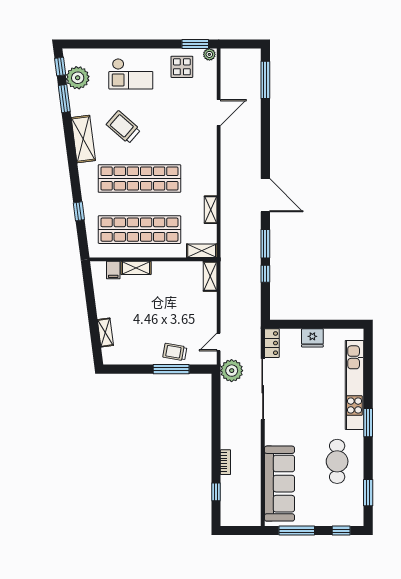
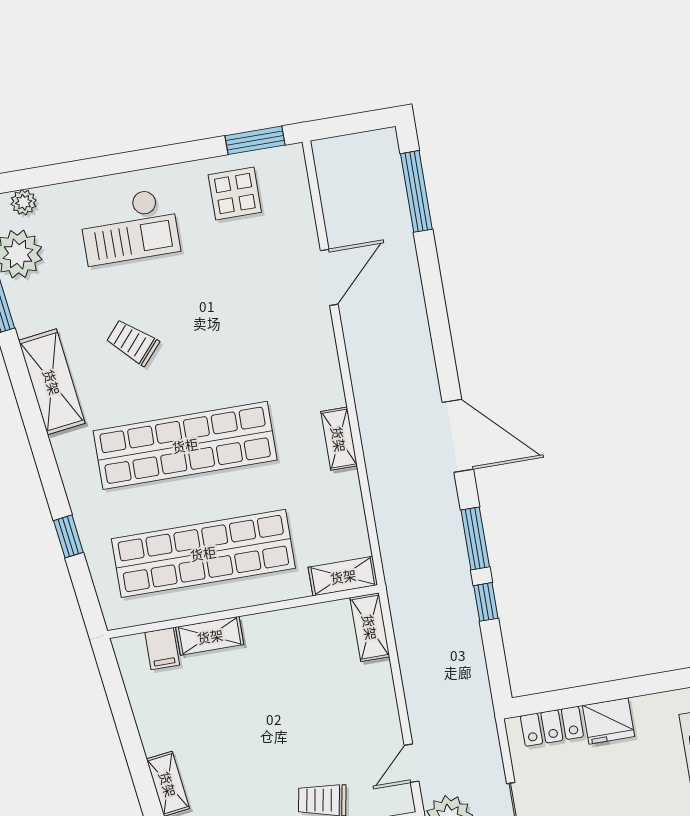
plant: (209, 54) -> (24, 202), moved
trolley: (123, 127) -> (133, 342), width x0.73, depth x0.72
shelving: (211, 210) -> (339, 439), moved
locker: (272, 343) -> (552, 726), moved, turned 90

